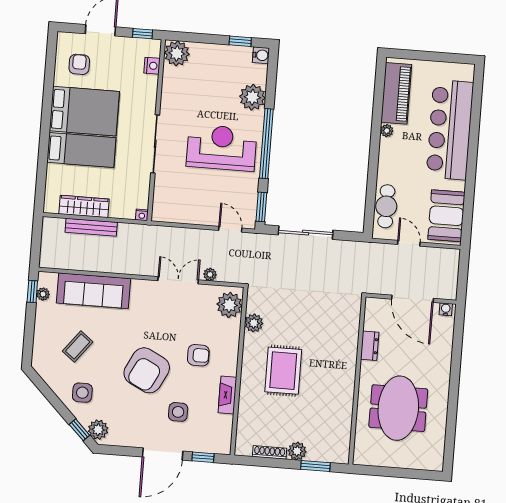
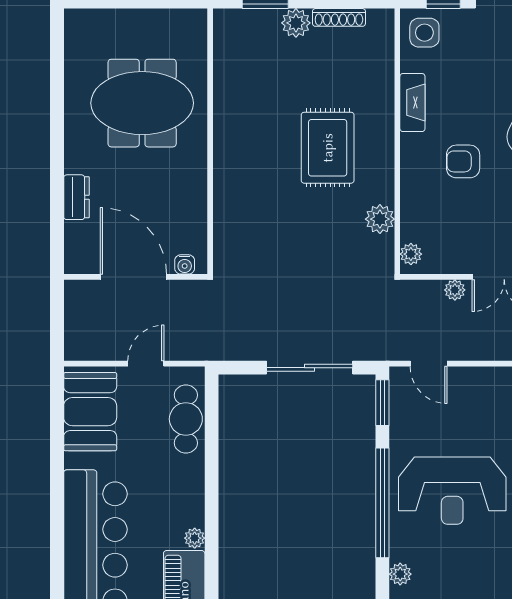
plant: (252, 97) -> (400, 574), width x0.53, depth x0.53
door: (409, 243) -> (146, 364), swing flipped
plant: (229, 305) -> (411, 254), width x0.53, depth x0.53
water cooler: (446, 309) -> (185, 264), moved
dresser: (370, 346) -> (76, 197), moved, turned 180
meeting table: (398, 408) -> (142, 103), turned 90
side table: (178, 412) -> (424, 33), moved

